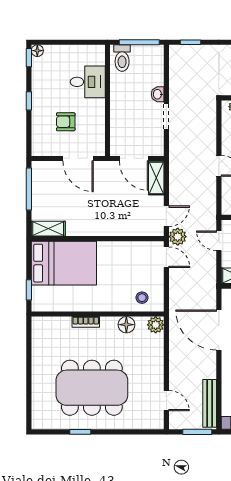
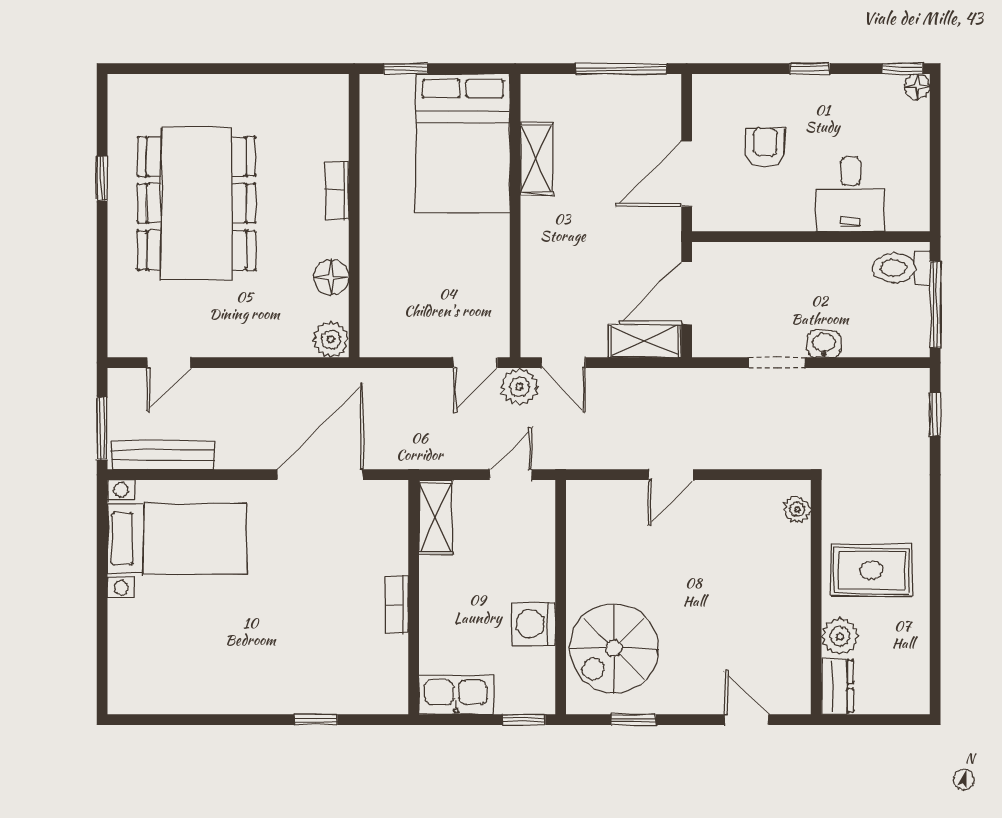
shelving: (48, 229) -> (537, 159), moved
stool: (142, 298) -> (389, 310), removed

